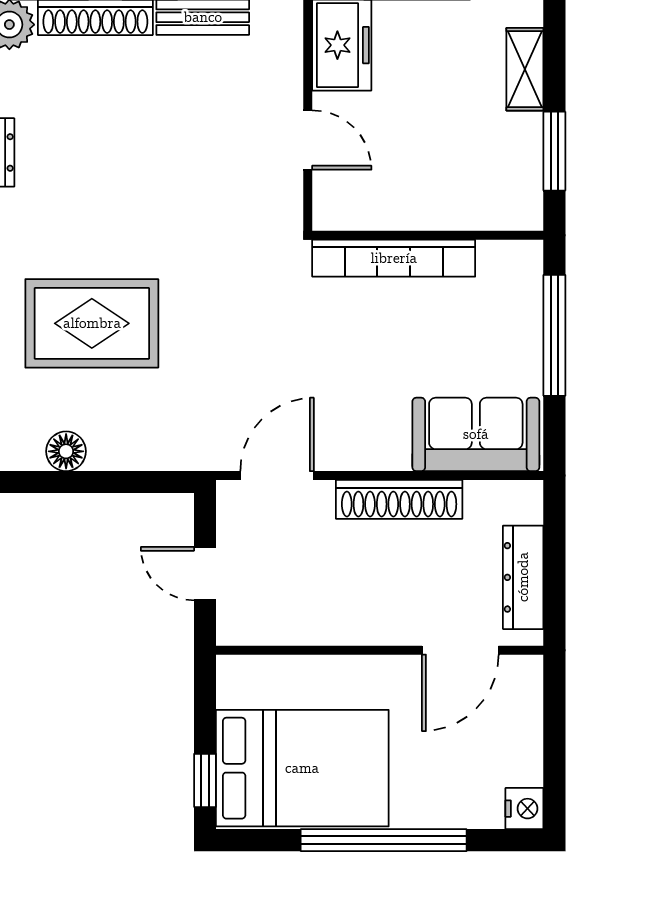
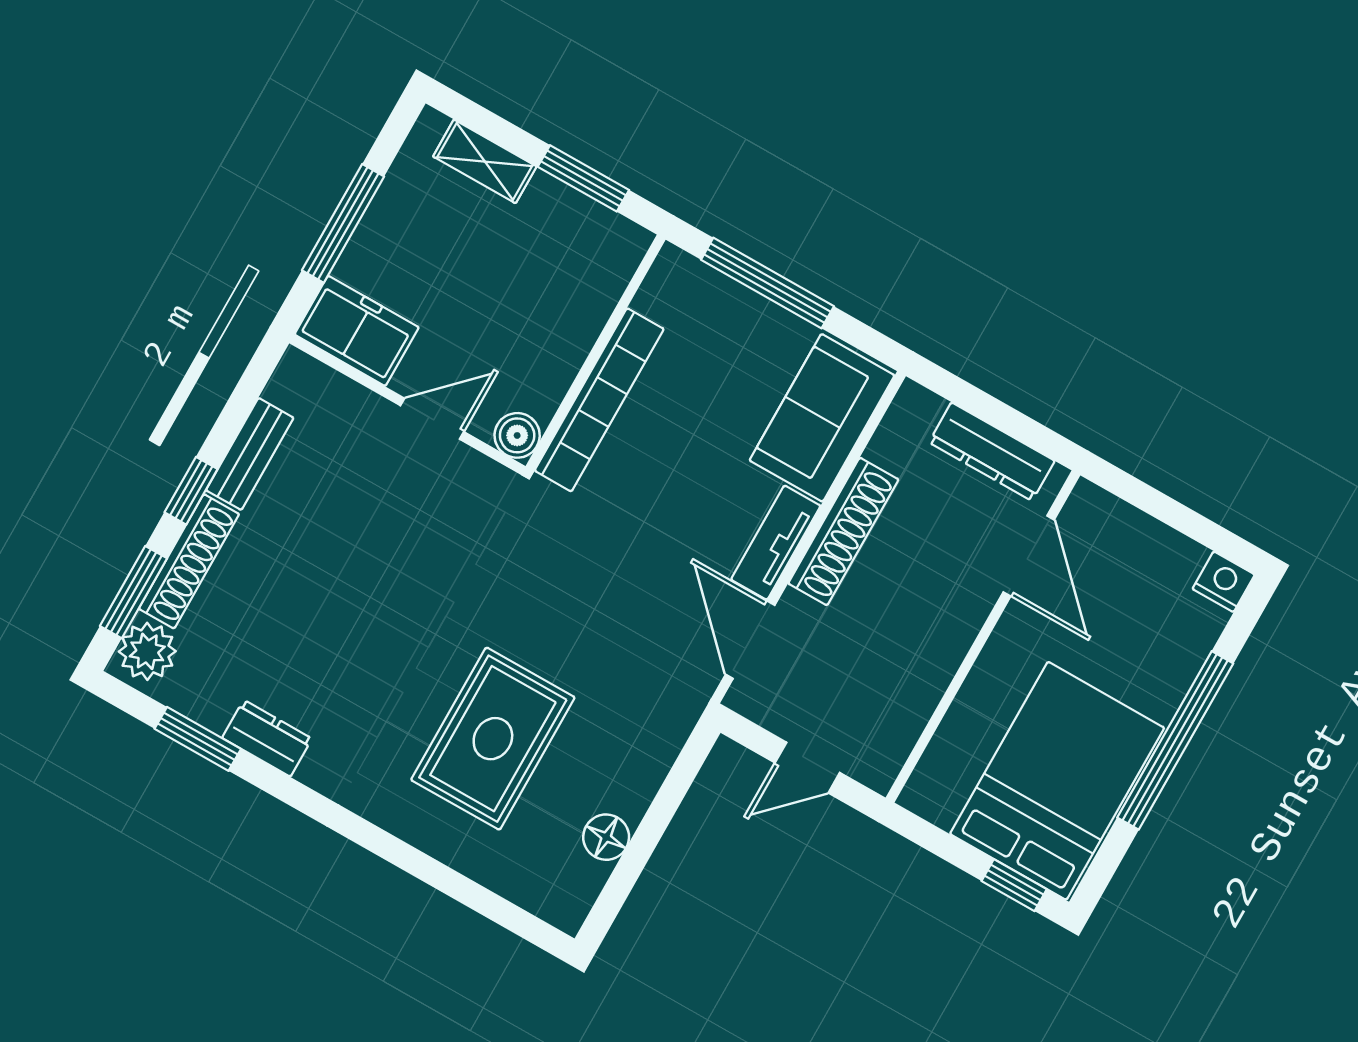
boiler: (332, 211) -> (517, 435), added
tv unit: (362, 453) -> (776, 543), added

